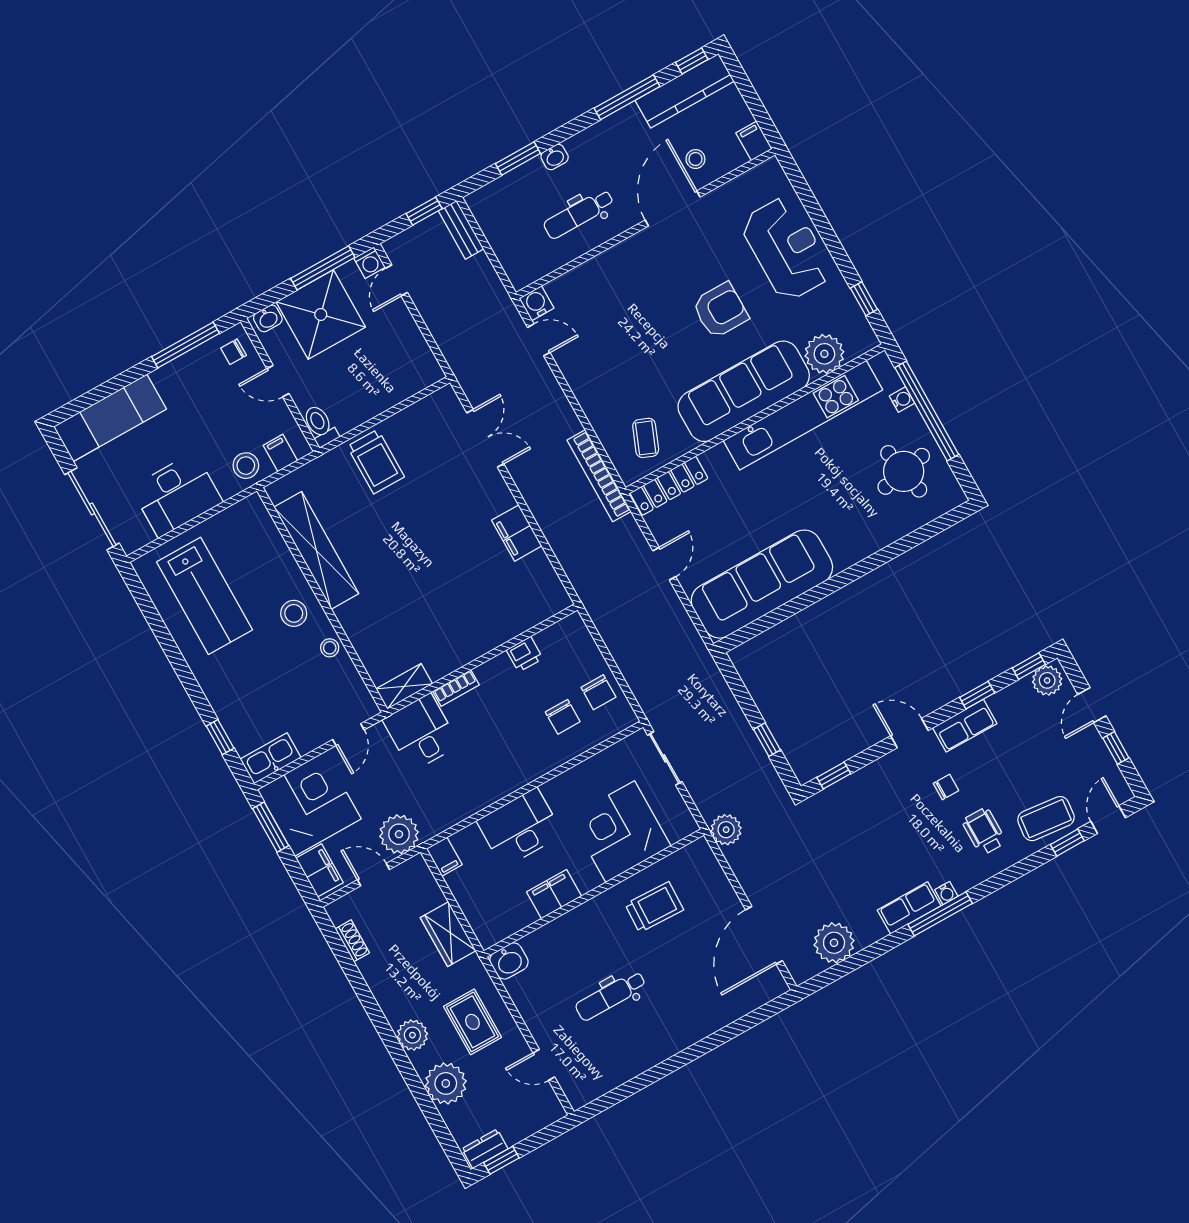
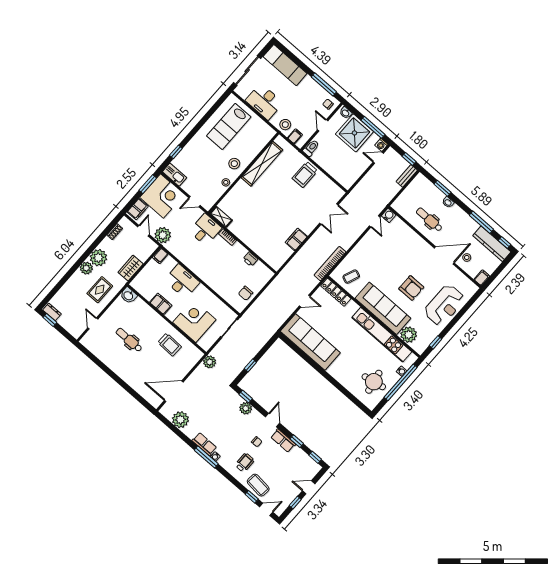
plant: (1047, 680) -> (246, 408), moved
chair: (563, 717) -> (231, 283), removed
plant: (446, 1083) -> (98, 258), moved

